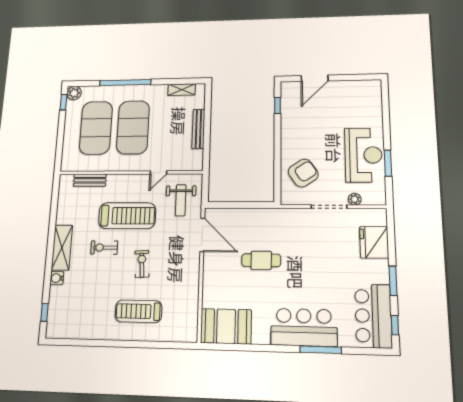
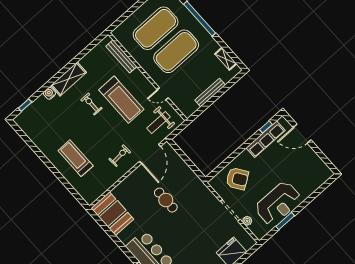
row of seats: (289, 115) -> (266, 139), added
bench: (90, 180) -> (121, 56), width x1.36
exercise bike: (142, 264) -> (120, 156), moved

